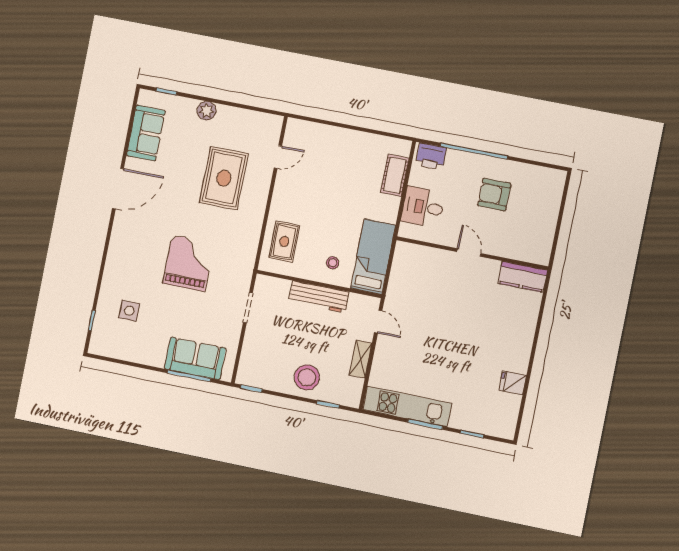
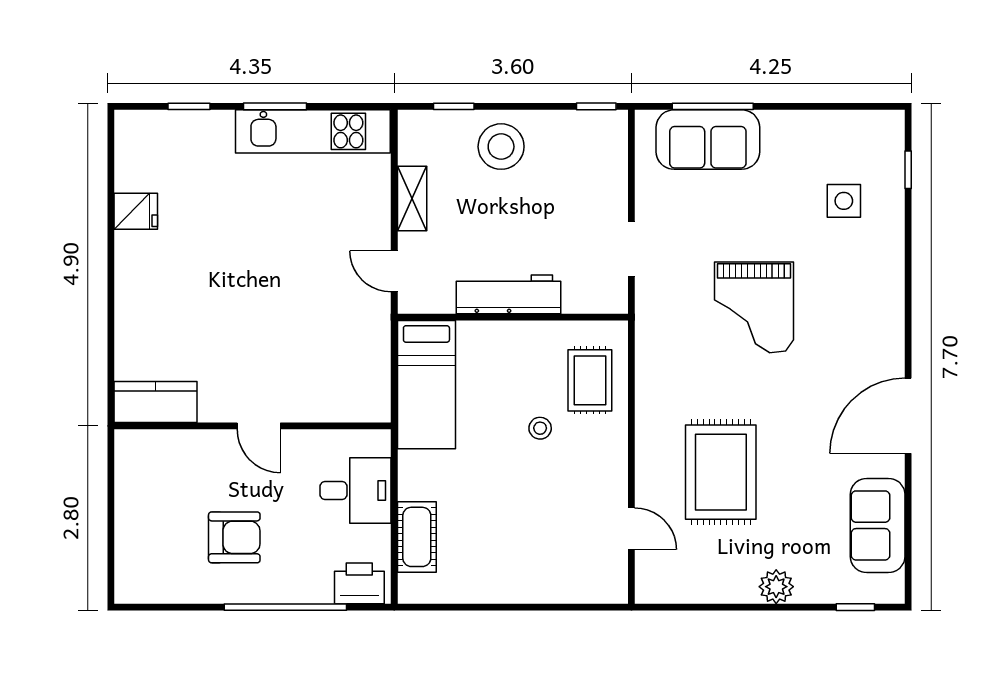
door: (278, 157) -> (631, 529), swing flipped
stool: (333, 263) -> (540, 428), moved

